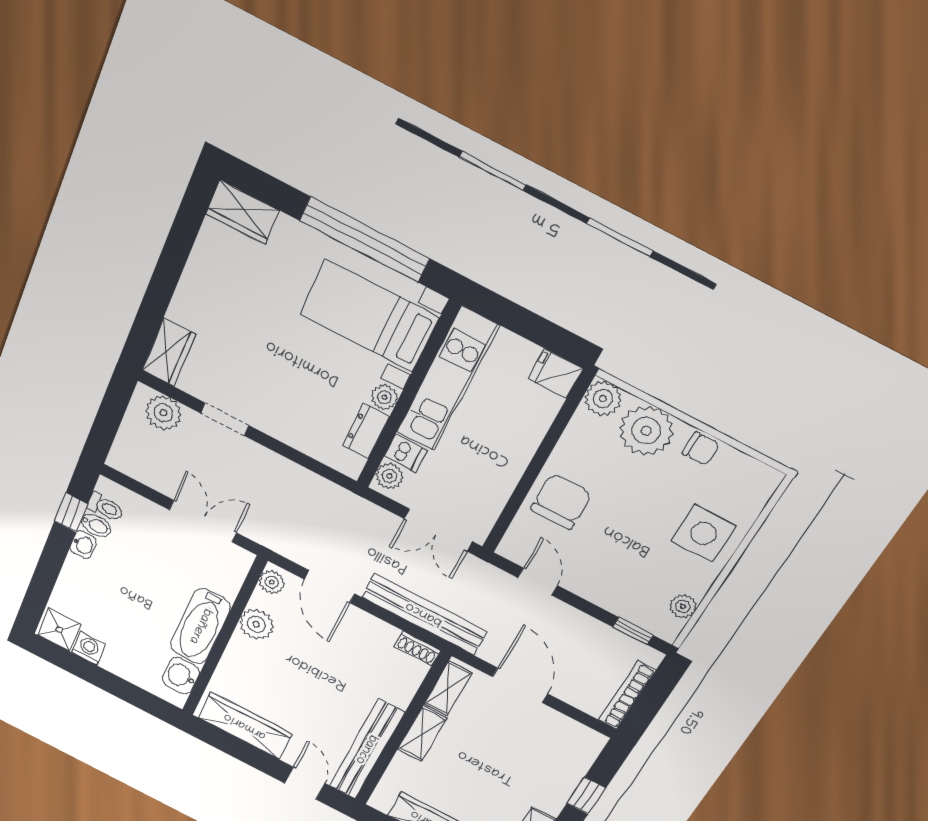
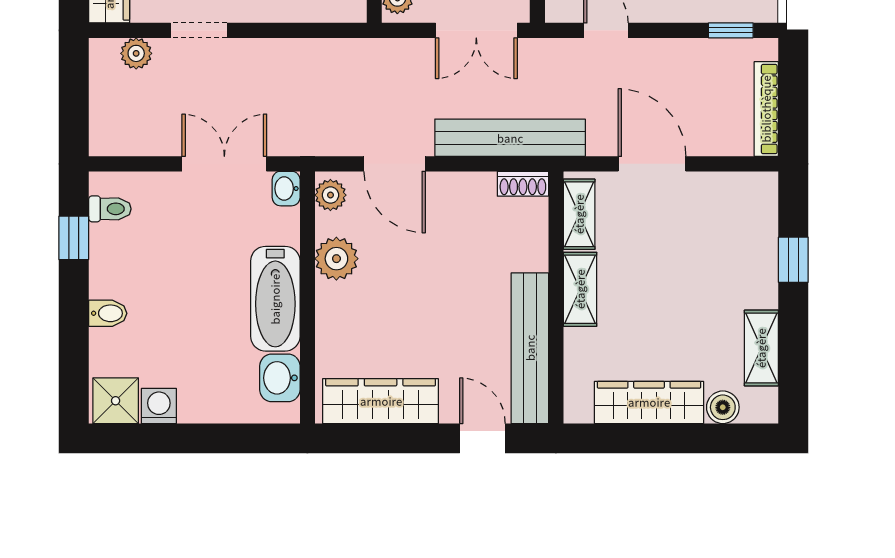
plant: (163, 413) -> (136, 53), width x0.73, depth x0.73
bidet: (96, 525) -> (108, 313), moved
washbasin: (83, 545) -> (286, 189), moved, turned 180

